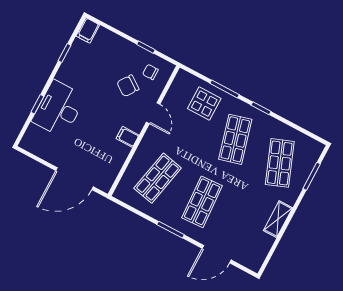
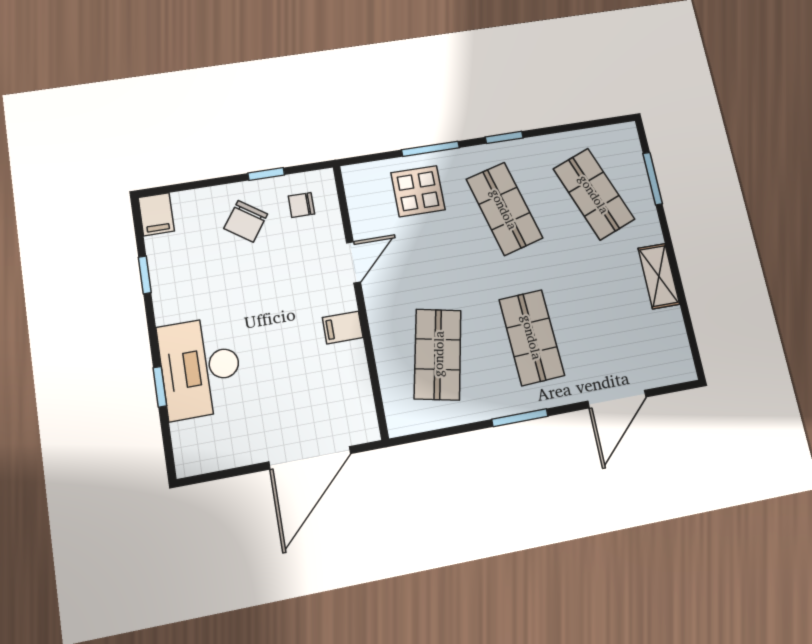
chair: (128, 86) -> (246, 221), moved
door: (153, 113) -> (354, 262), hinge flipped

